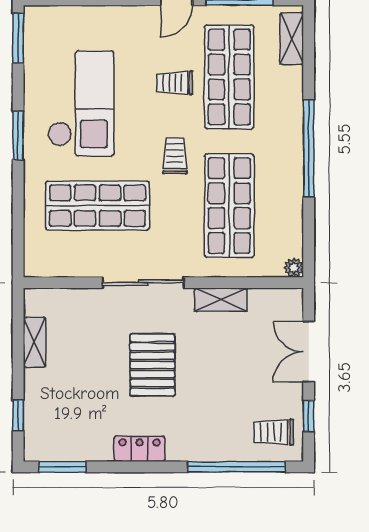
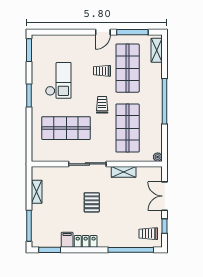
checkout: (81, 103) -> (58, 80), width x0.73, depth x0.83
pallet: (152, 365) -> (92, 202), width x0.67, depth x0.71
window: (18, 415) -> (29, 226), width x2.17
filing cabinet: (100, 445) -> (67, 240), added

